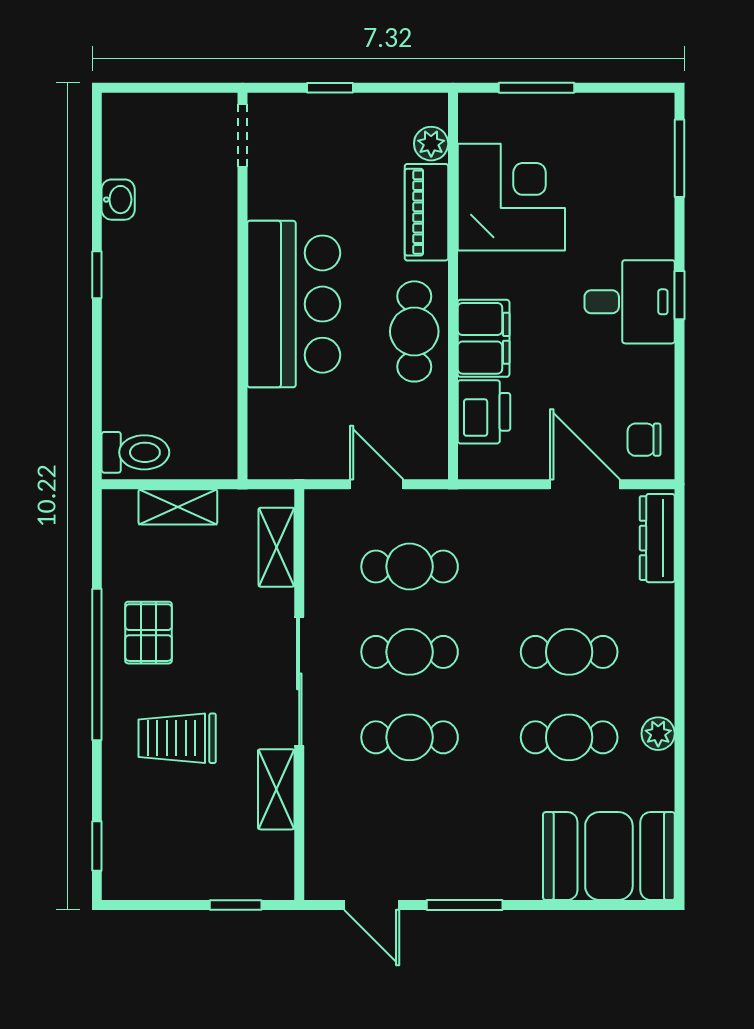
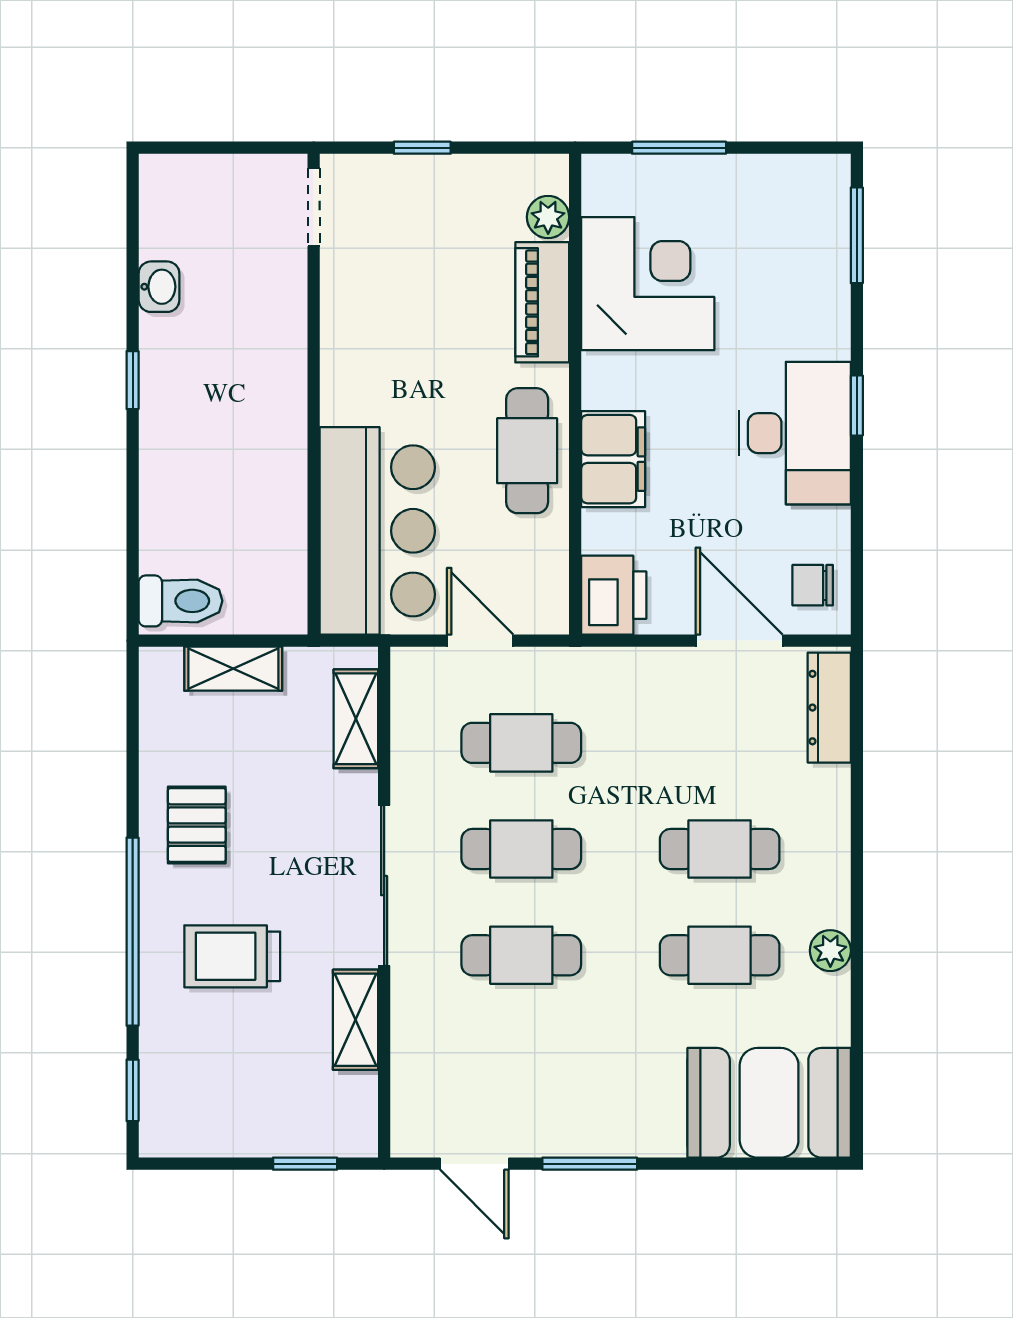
desk: (630, 302) -> (795, 433), width x1.37
bar counter: (294, 304) -> (377, 531), moved
printer: (484, 412) -> (614, 595), moved
window: (97, 665) -> (133, 932), moved

